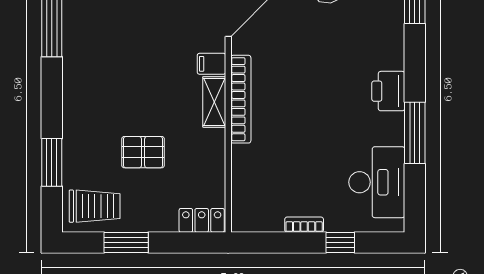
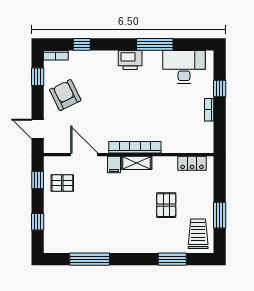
locker: (202, 220) -> (192, 163), moved, turned -90

